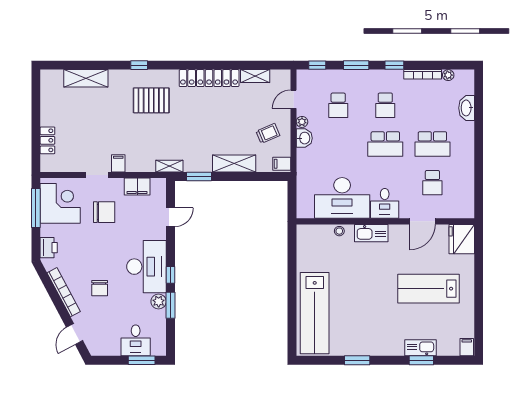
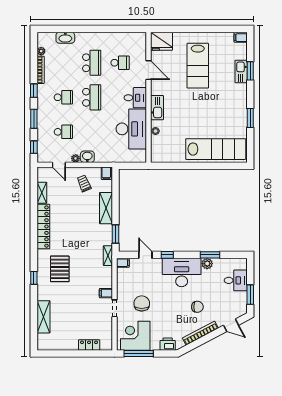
filing cabinet: (137, 187) -> (123, 263), moved, width x0.50
window: (170, 275) -> (167, 255), moved
window: (142, 360) -> (250, 295), moved

